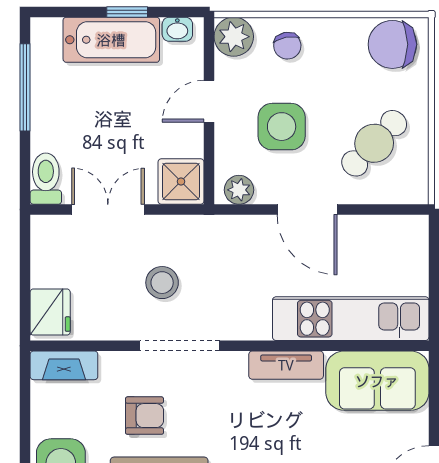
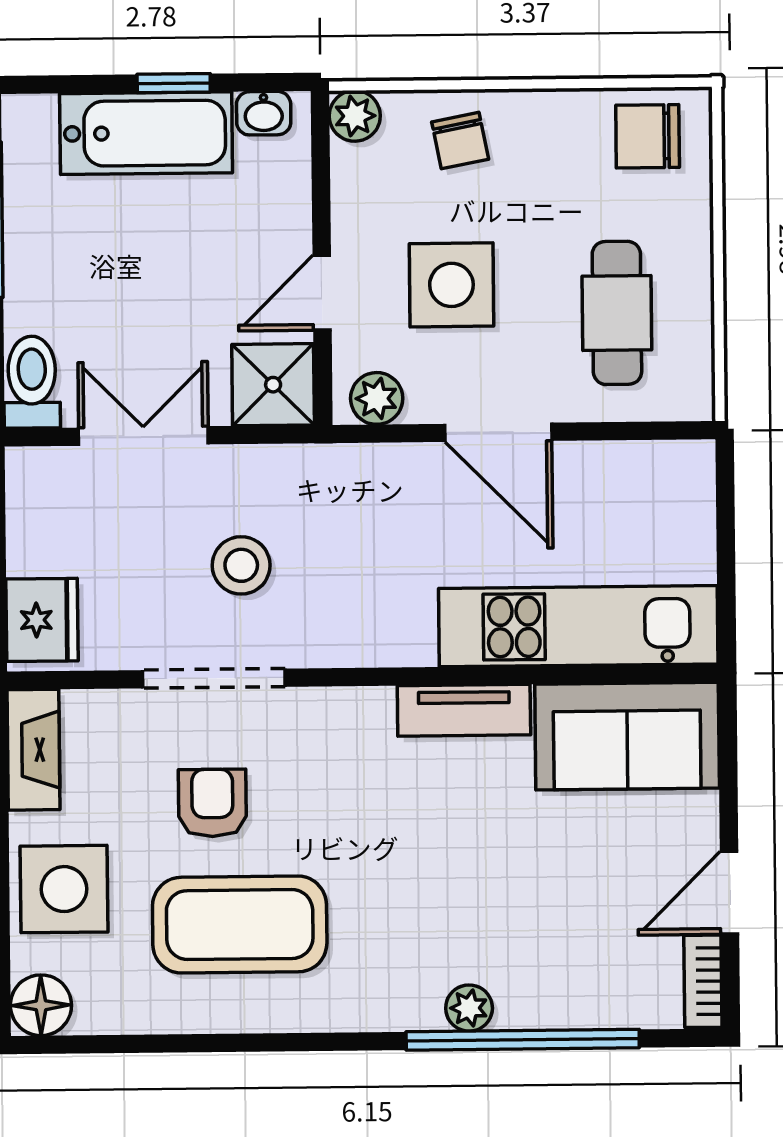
plant: (234, 37) -> (355, 116), width x0.73, depth x0.73
chair: (392, 44) -> (648, 136), width x0.73, depth x0.73
door: (209, 101) -> (322, 293), moved
cafe table: (374, 143) -> (617, 313), turned -44
doorway: (180, 346) -> (214, 678), moved
fireplace: (64, 365) -> (34, 750), moved, turned -90
armchair: (144, 416) -> (212, 803), turned -90

